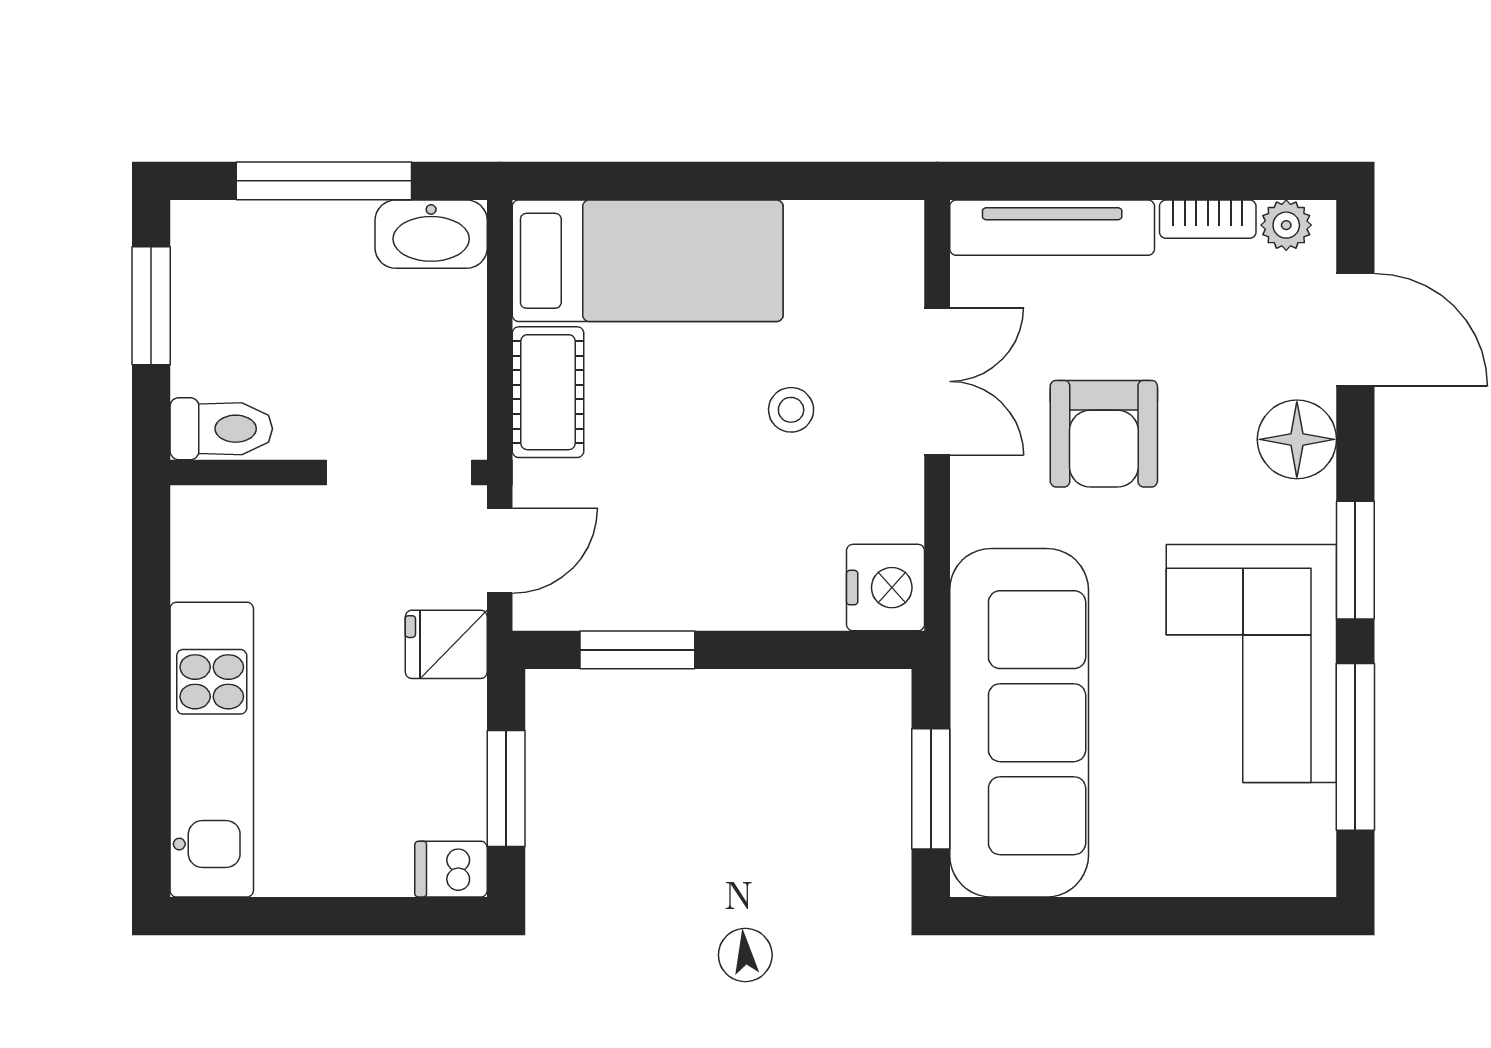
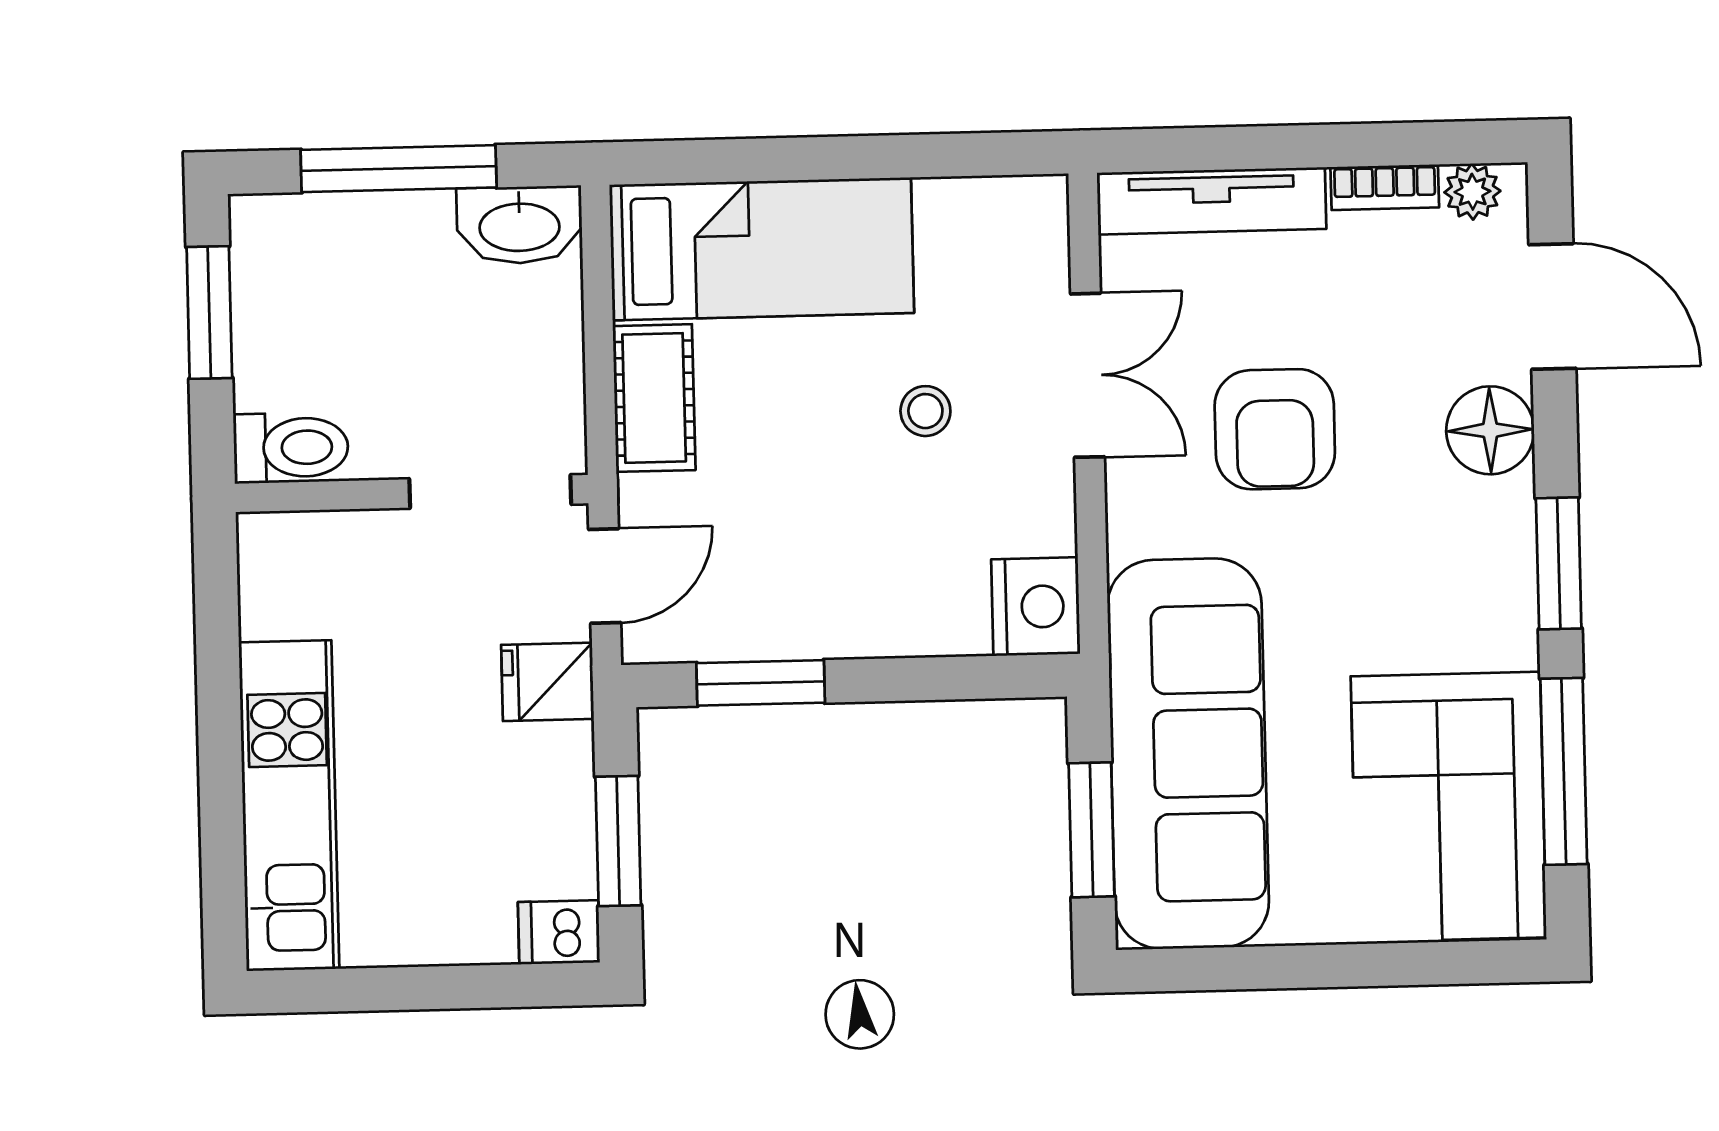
corner sofa: (1251, 663) -> (1449, 807), moved

